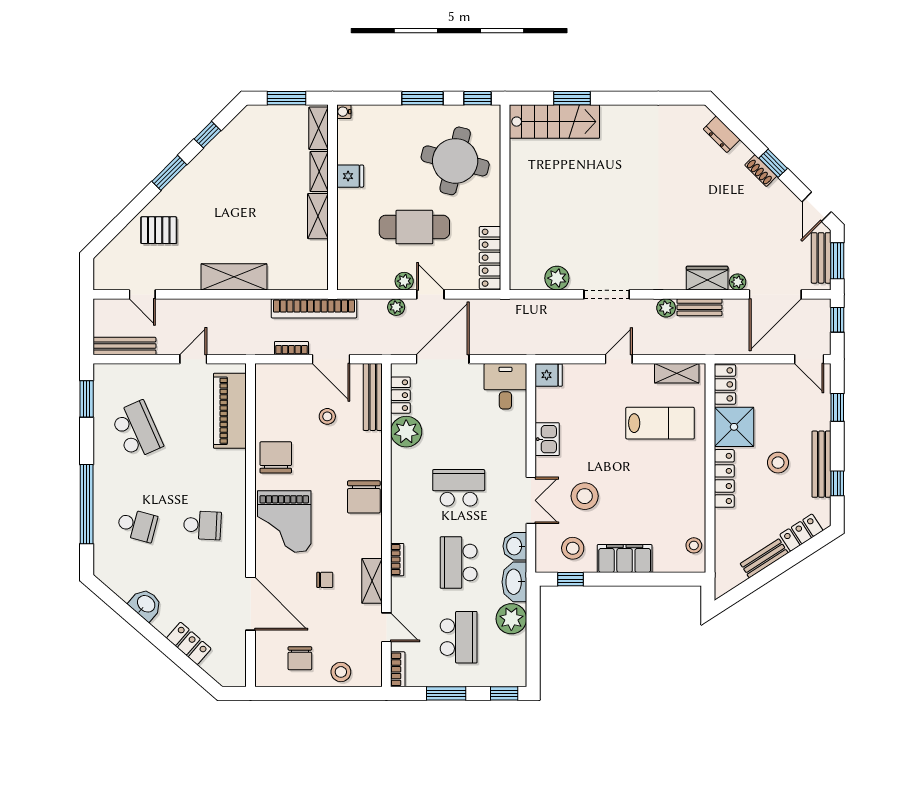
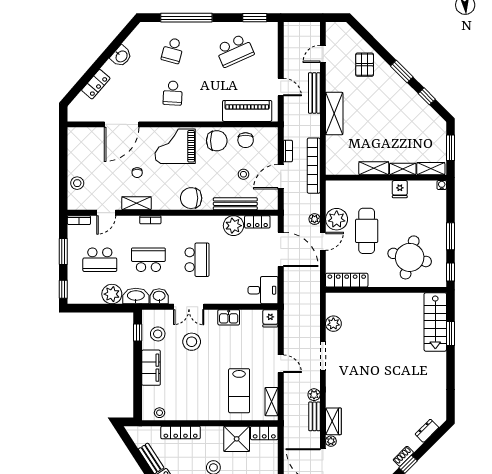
plant: (404, 281) -> (337, 219), width x1.88, depth x1.88
bench: (124, 346) -> (314, 93), moved
bench: (373, 397) -> (235, 204), moved
locker: (724, 478) -> (181, 432), moved
chair: (300, 658) -> (246, 140), moved, turned -90

